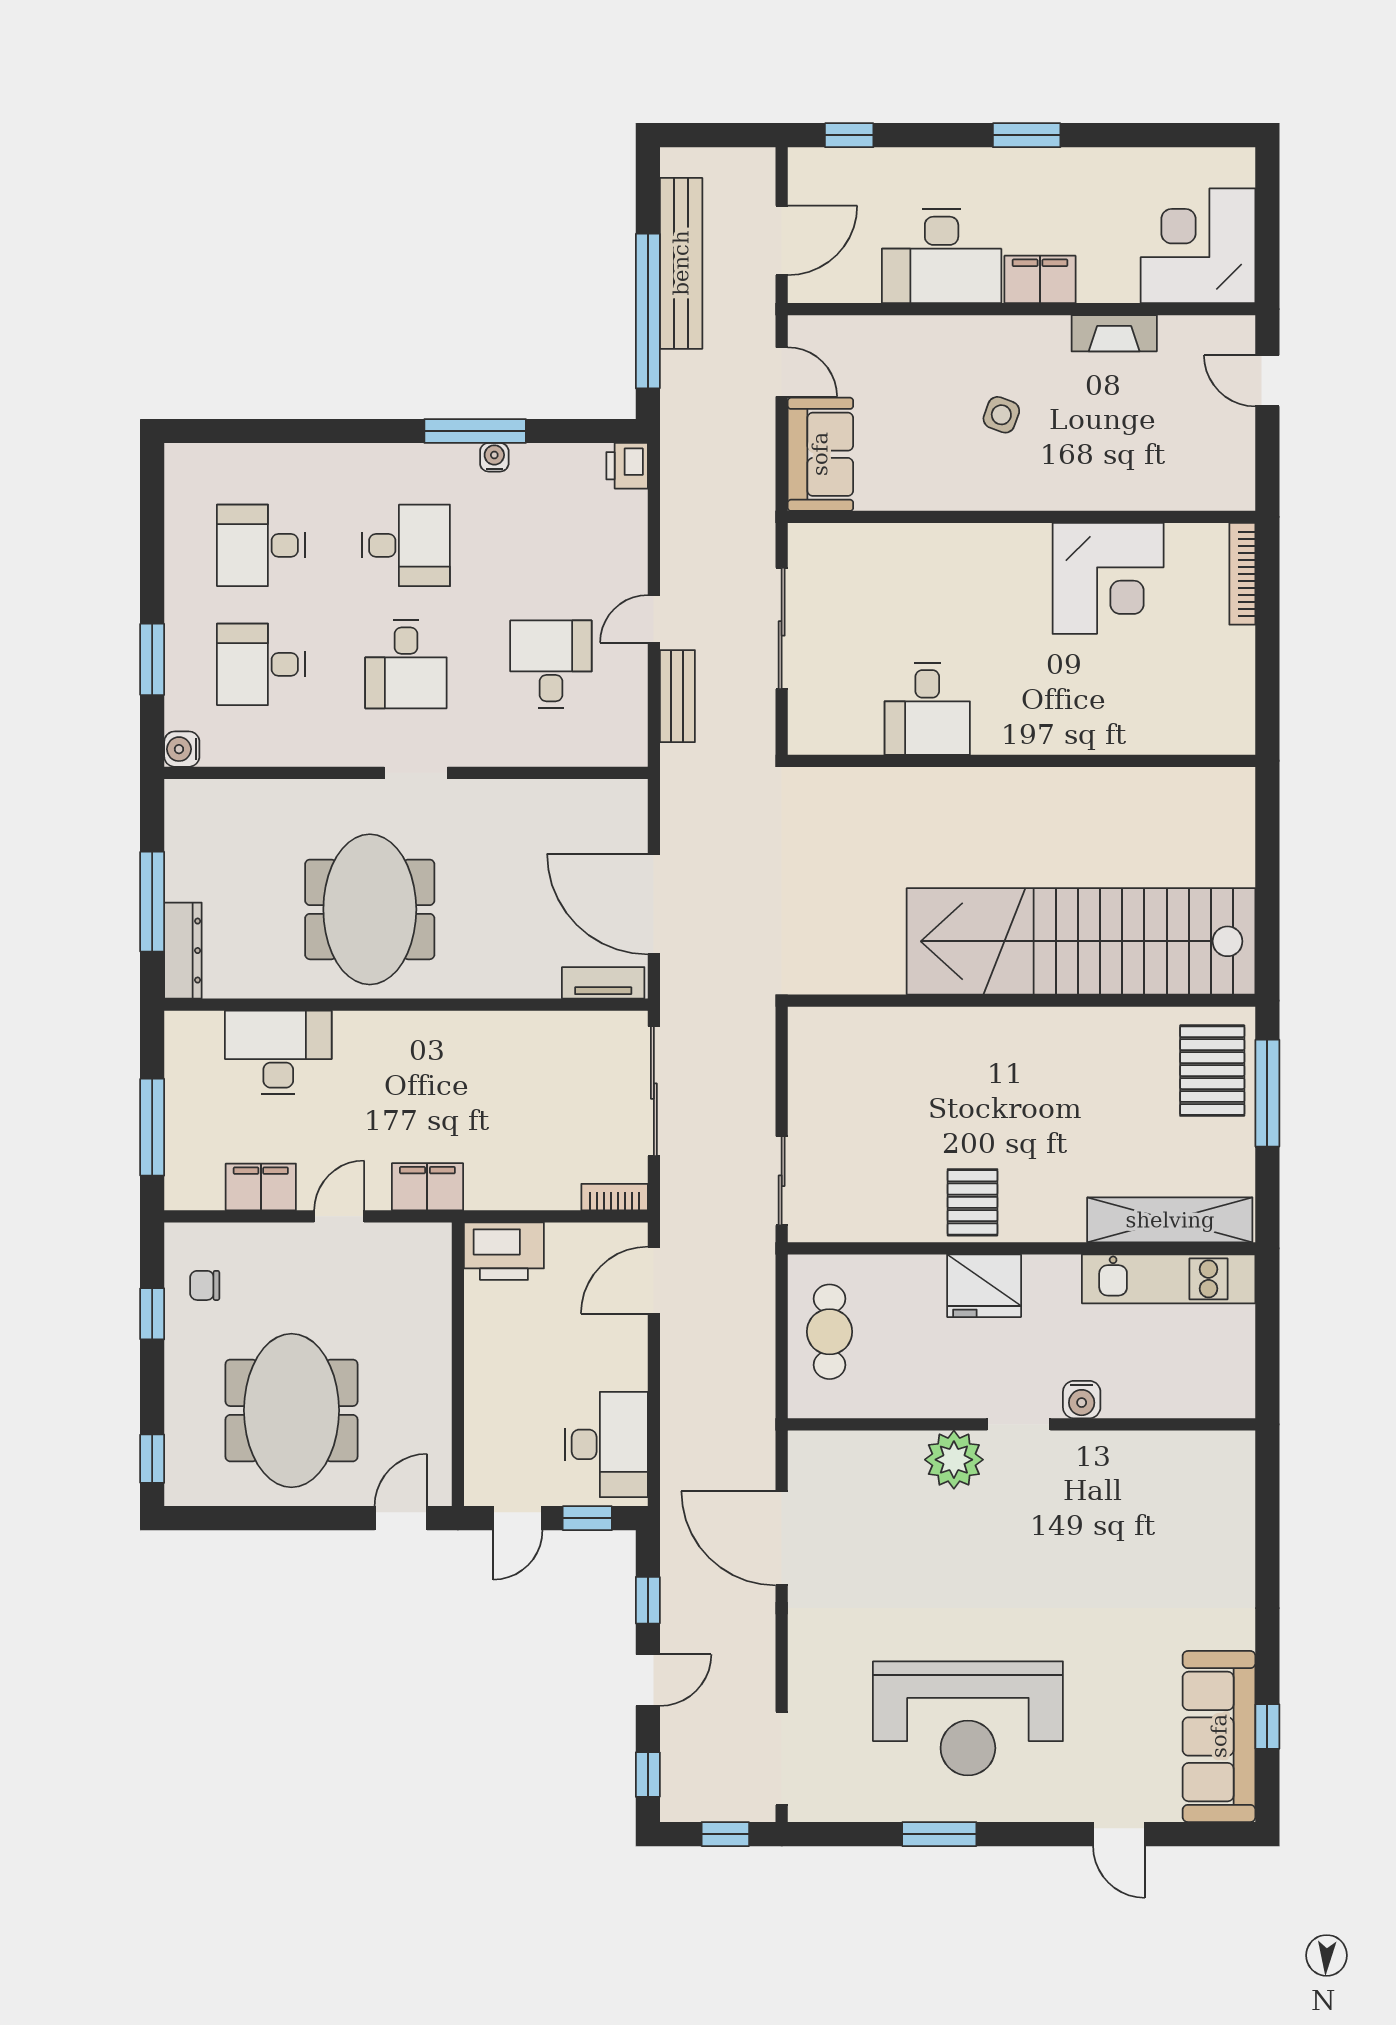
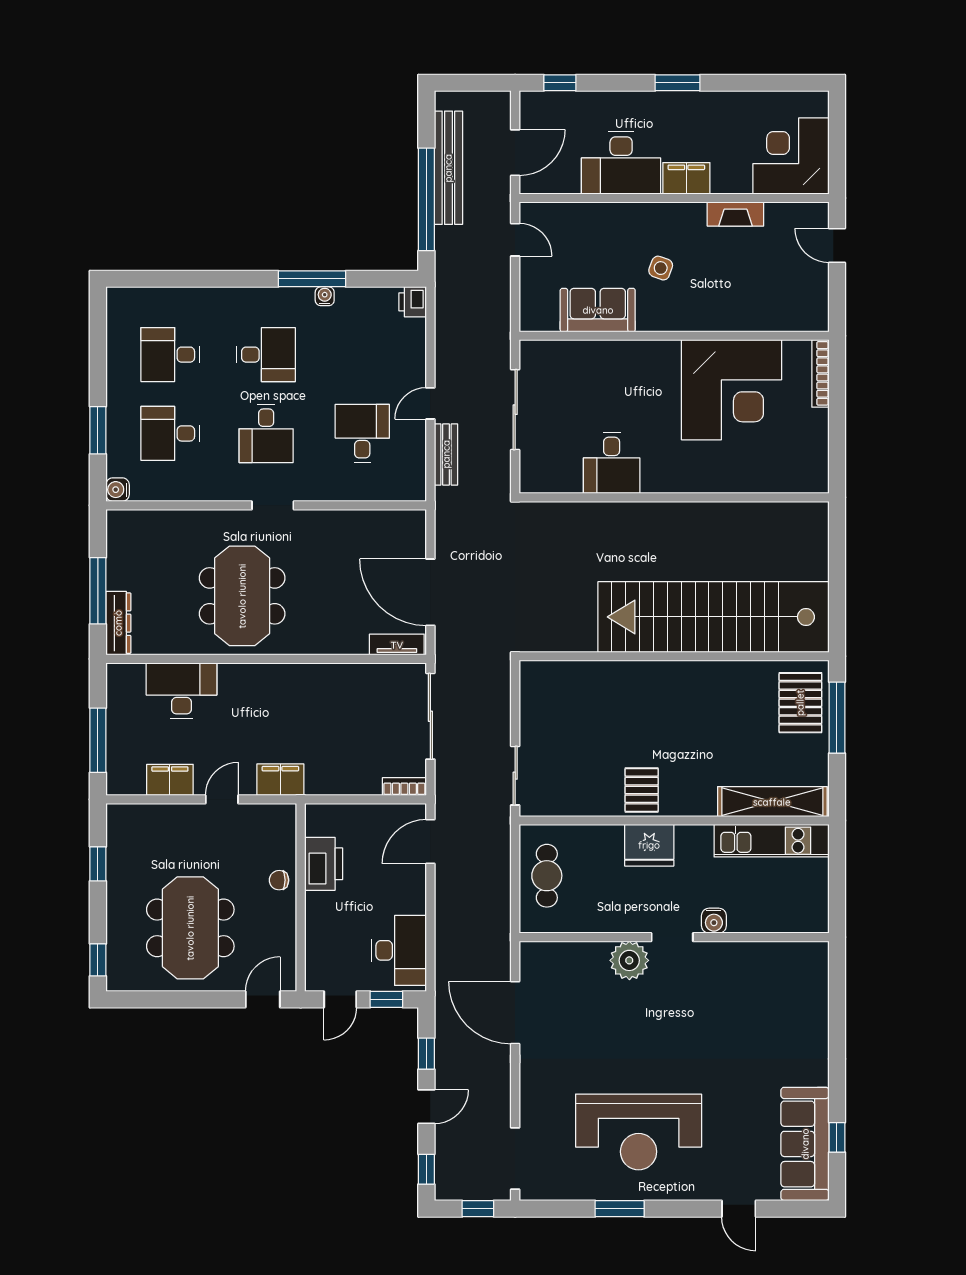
sofa: (820, 454) -> (598, 310), moved, turned -90
corner desk: (1108, 578) -> (731, 390), width x1.36, depth x1.36
printer: (504, 1251) -> (324, 864), moved, turned -90
chair: (205, 1285) -> (279, 880), moved

